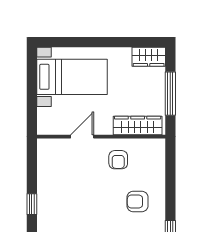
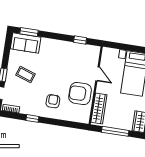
armchair: (118, 160) -> (80, 94), width x1.88, depth x1.88
window: (32, 204) -> (80, 40), moved

